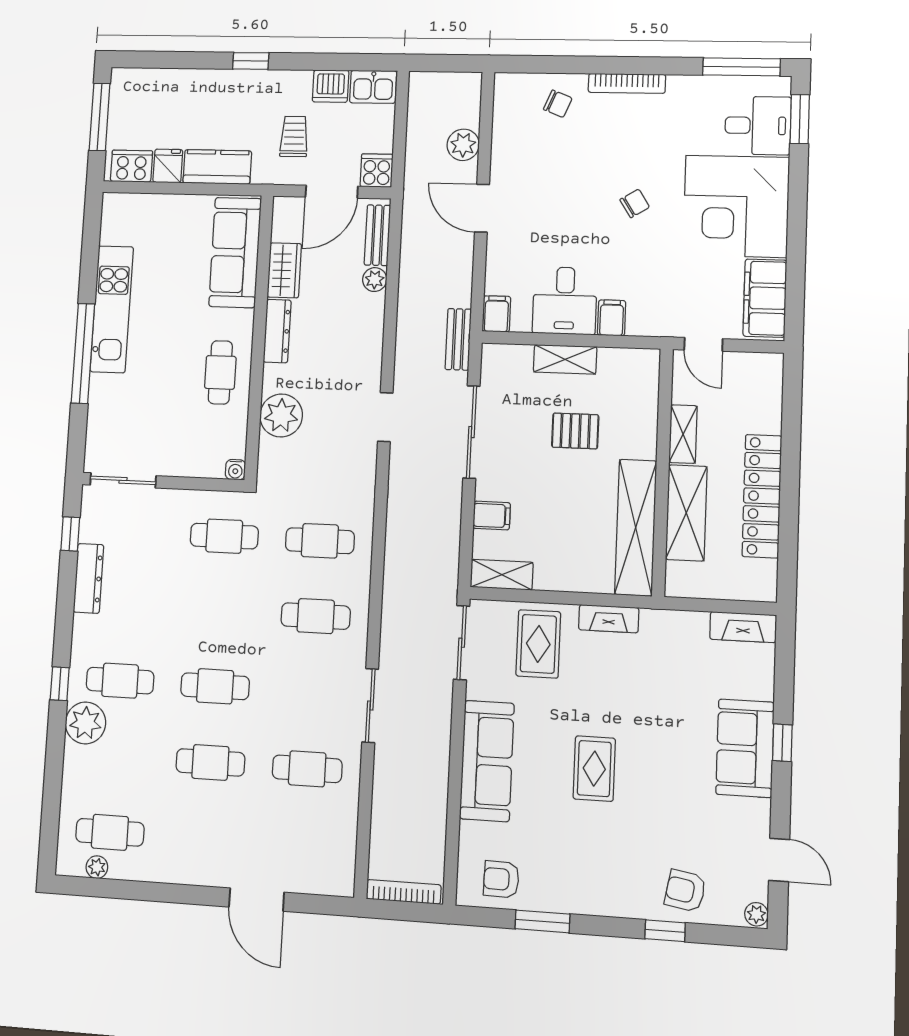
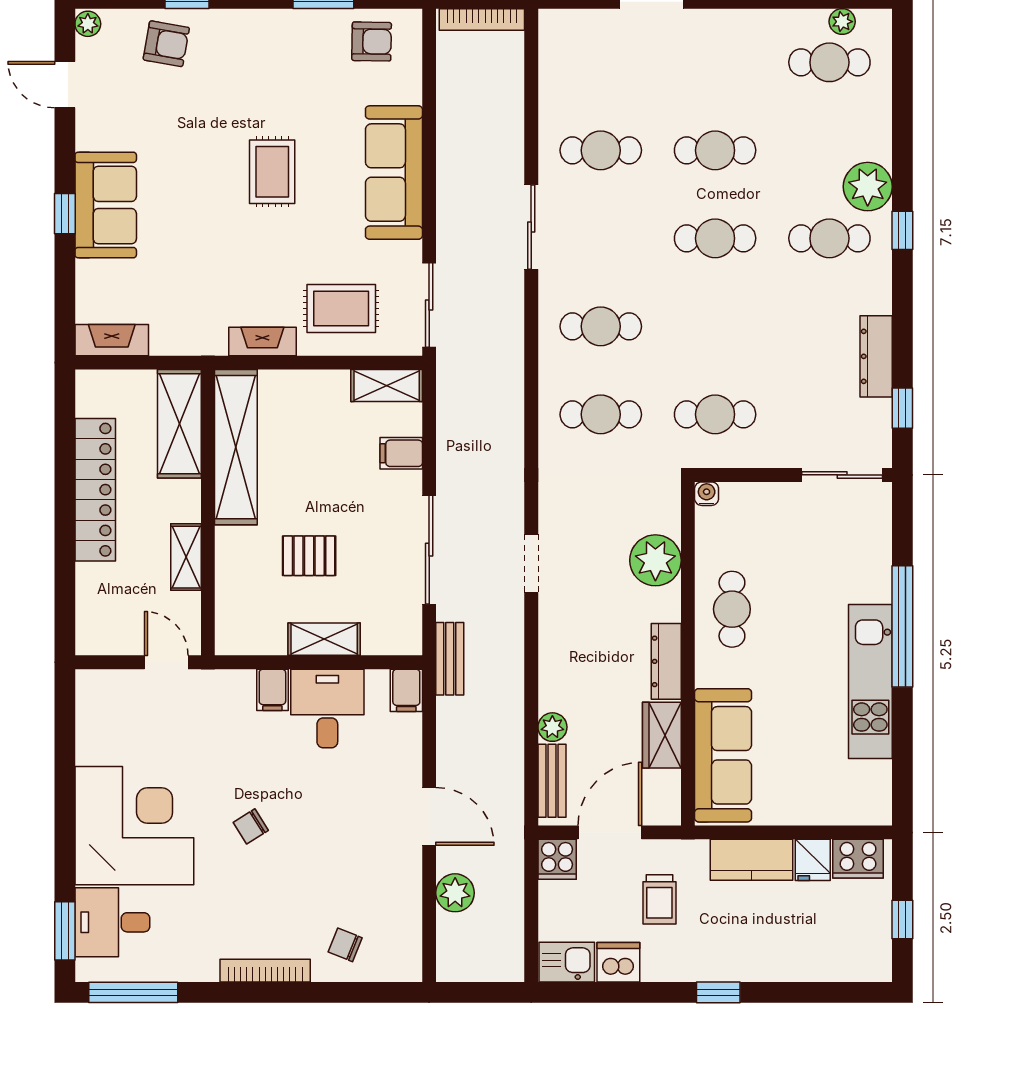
window: (100, 117) -> (902, 919), width x0.46
filing cabinet: (765, 298) -> (99, 718), removed
shelving: (686, 513) -> (179, 424), moved
rug: (538, 644) -> (341, 308), turned 90

